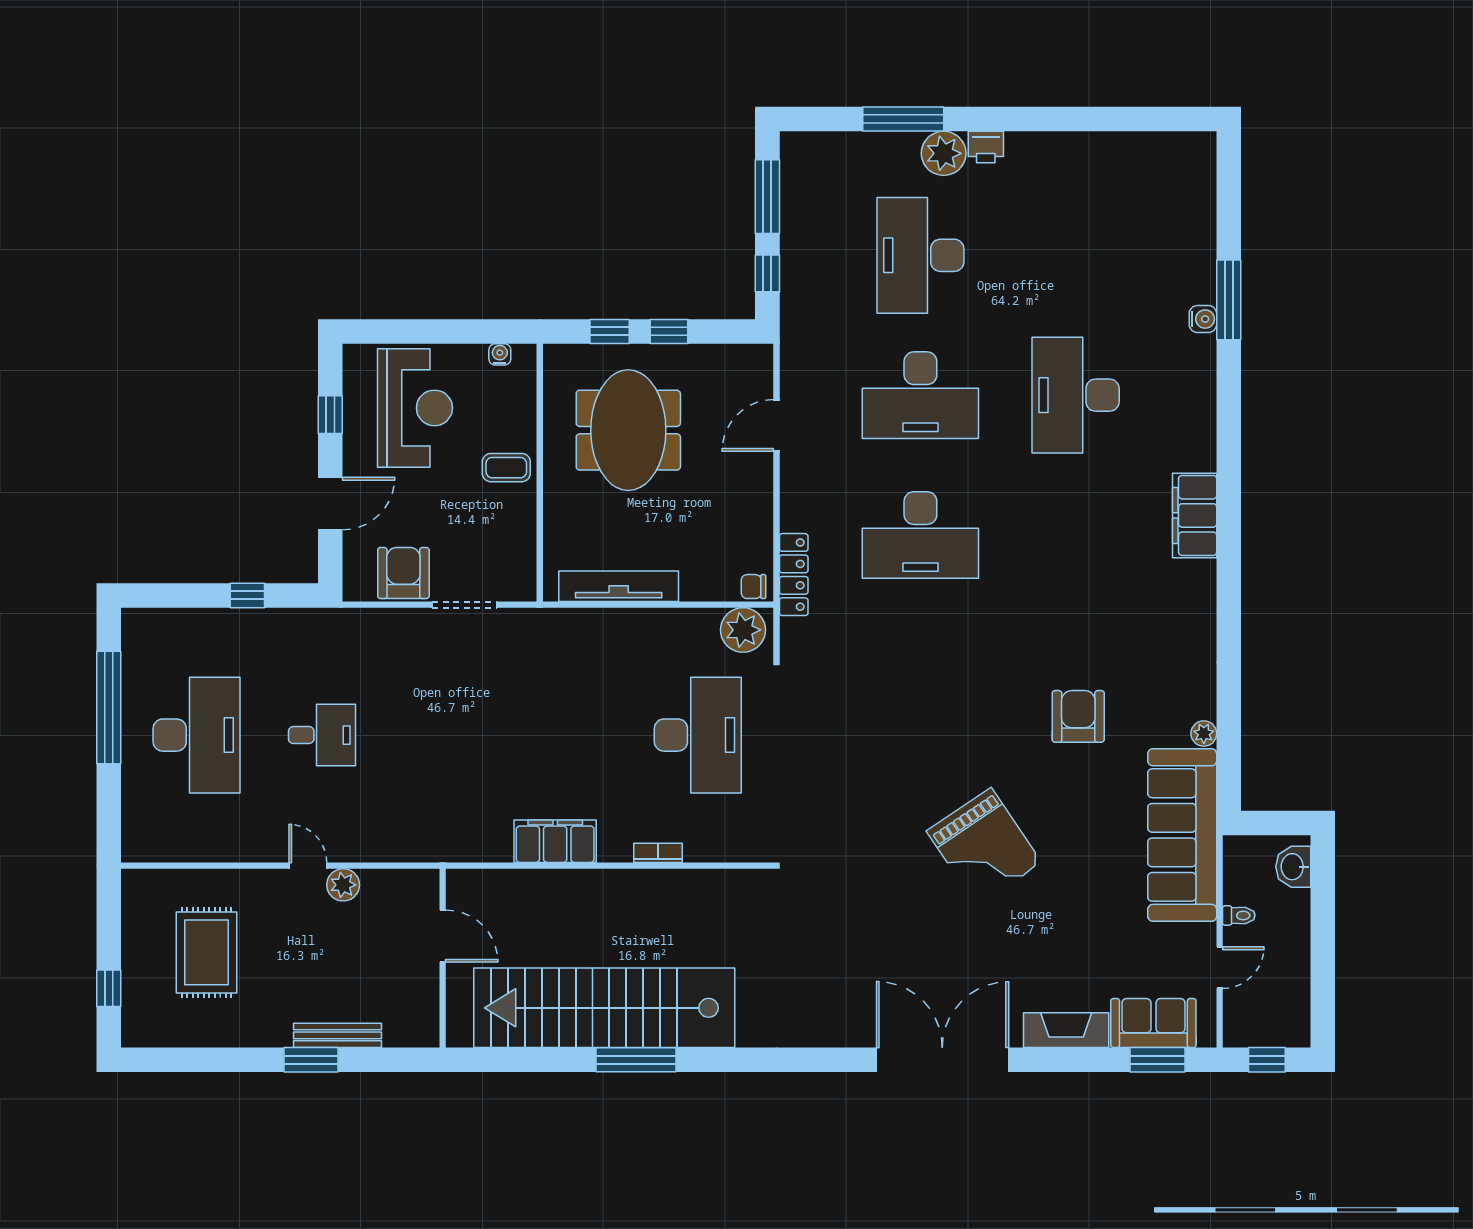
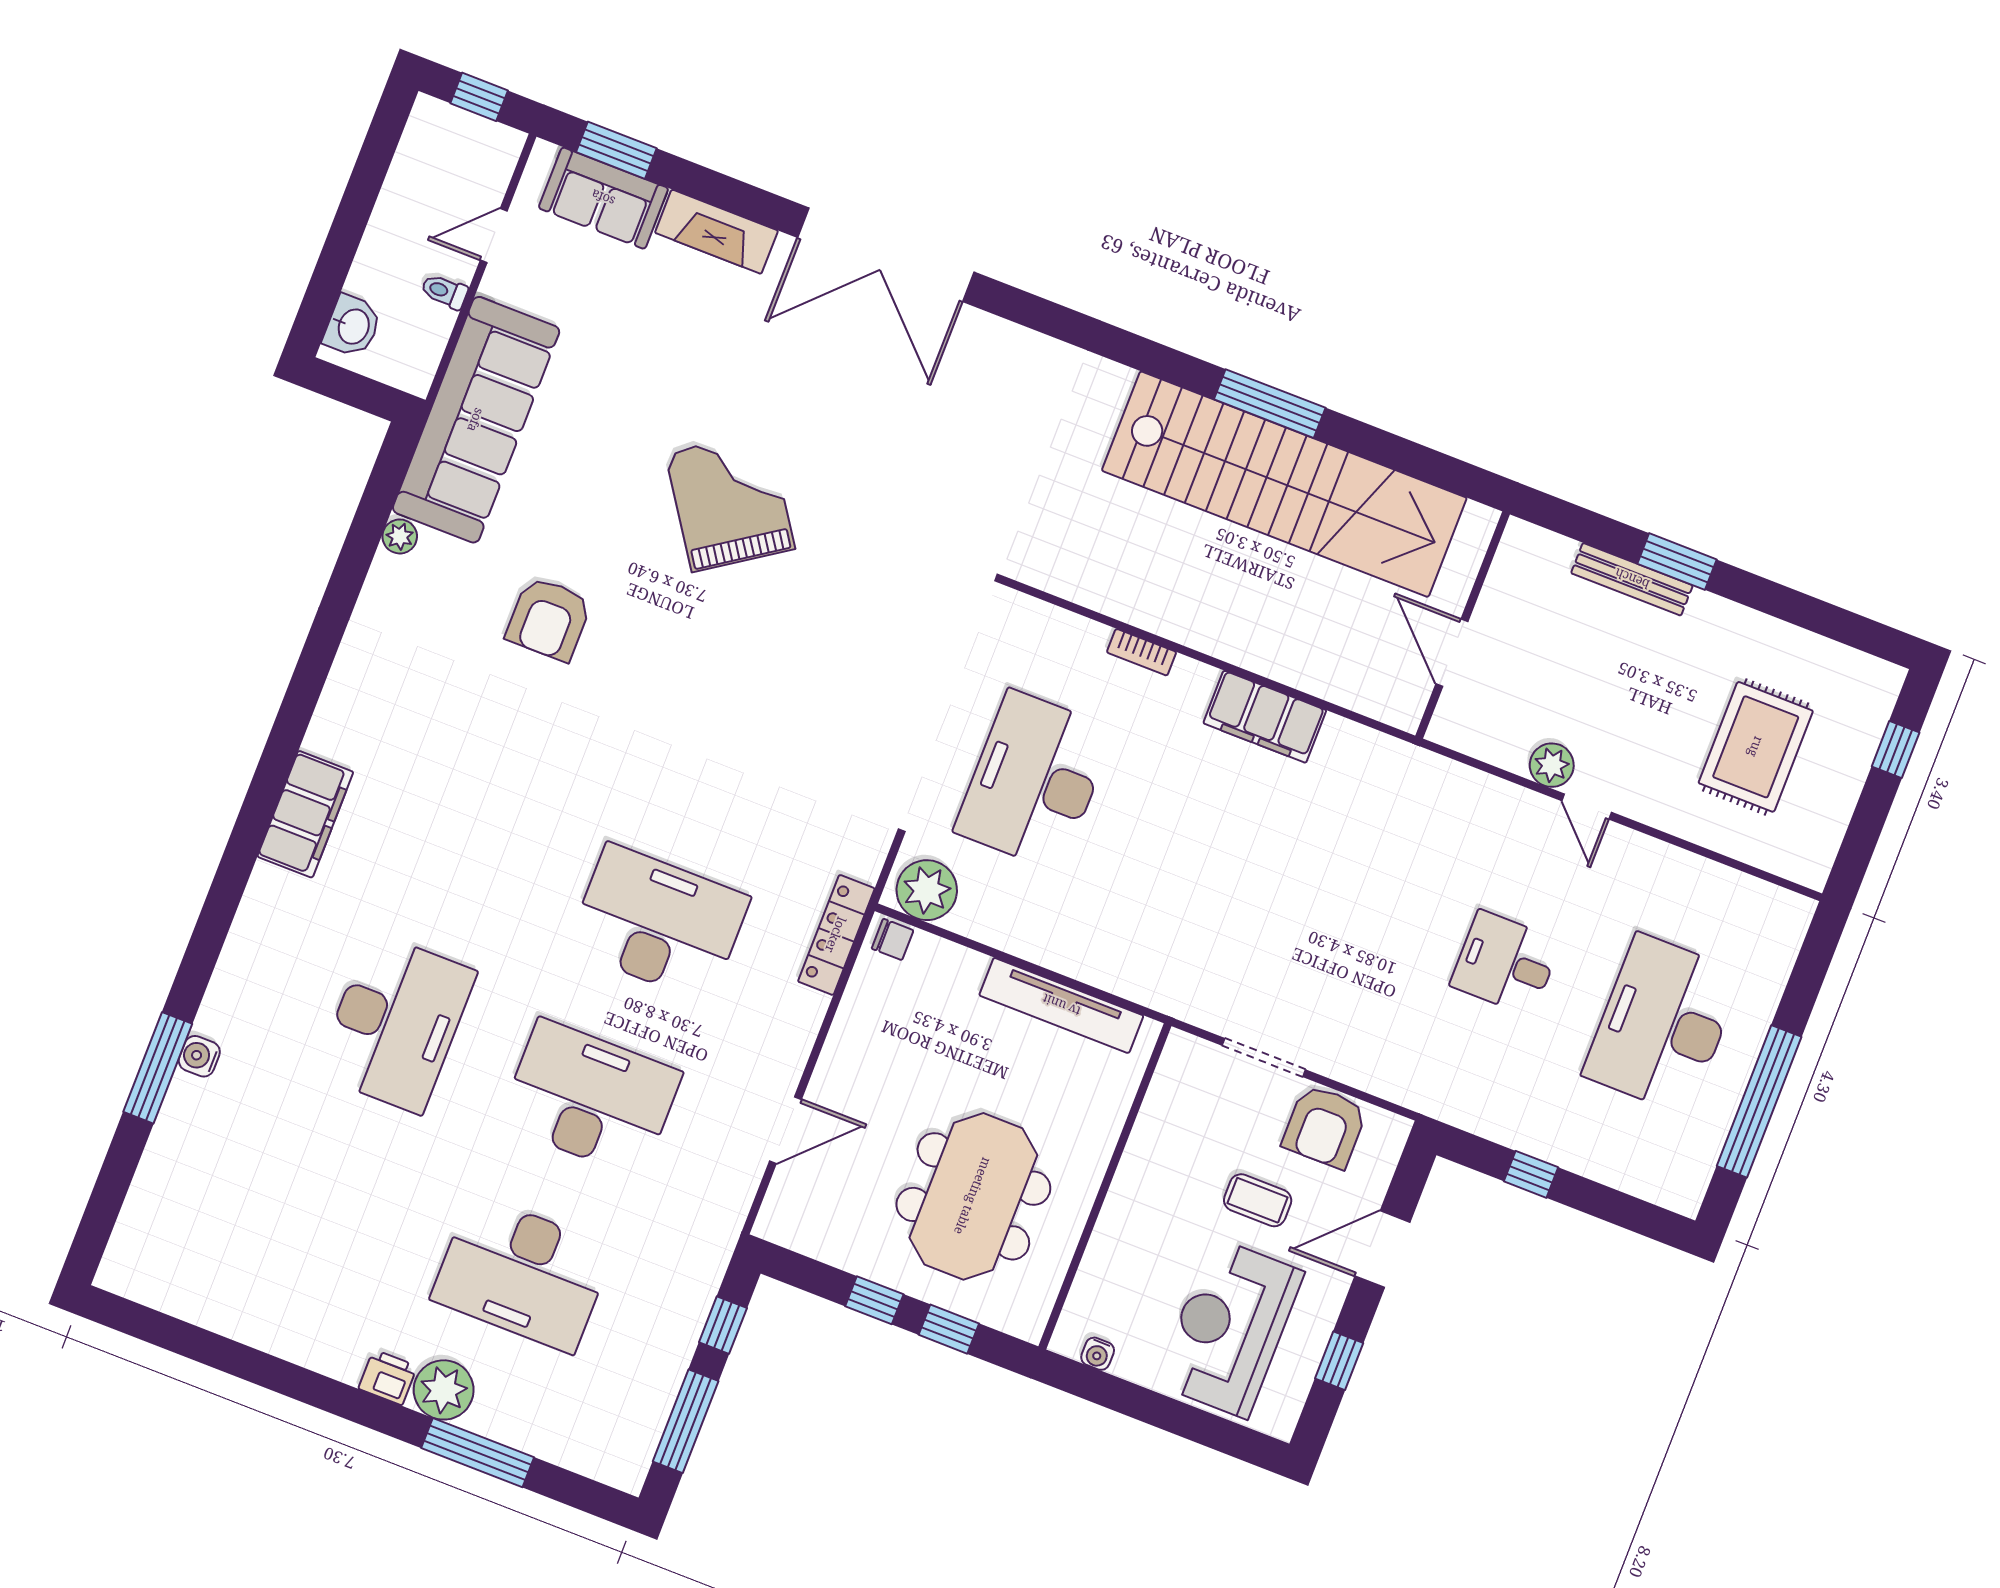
desk: (920, 255) -> (522, 1273), turned 90
coffee table: (506, 468) -> (1258, 1200), moved

